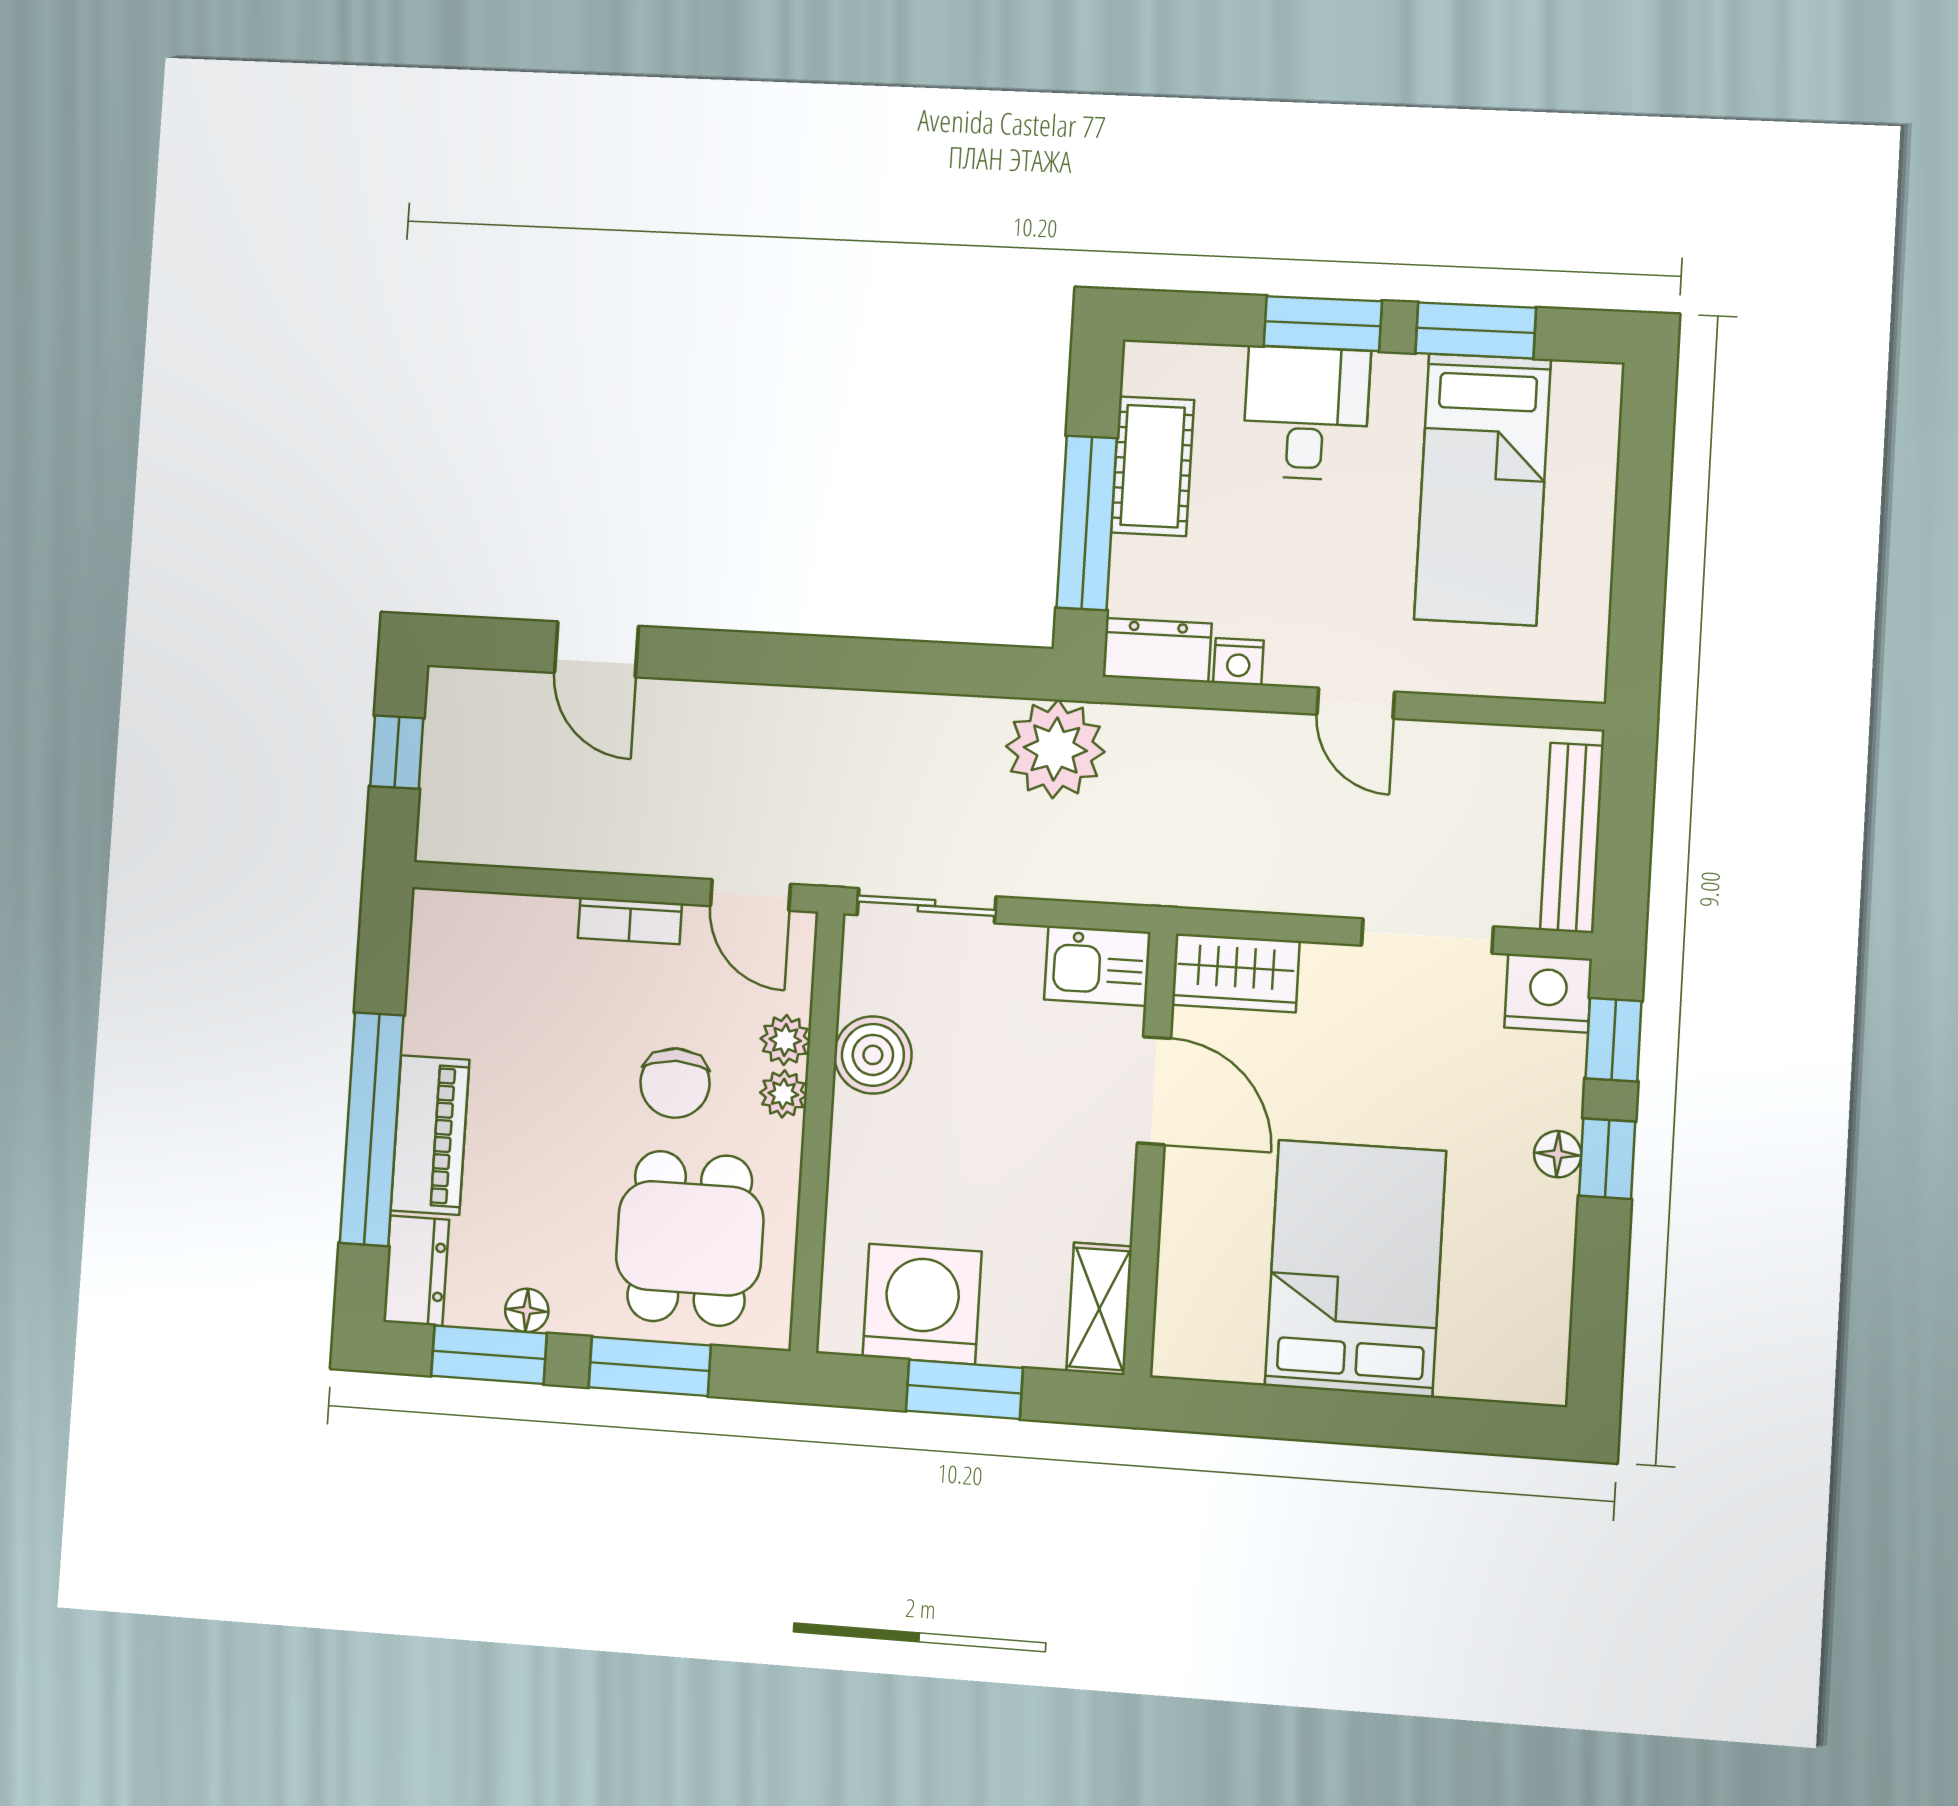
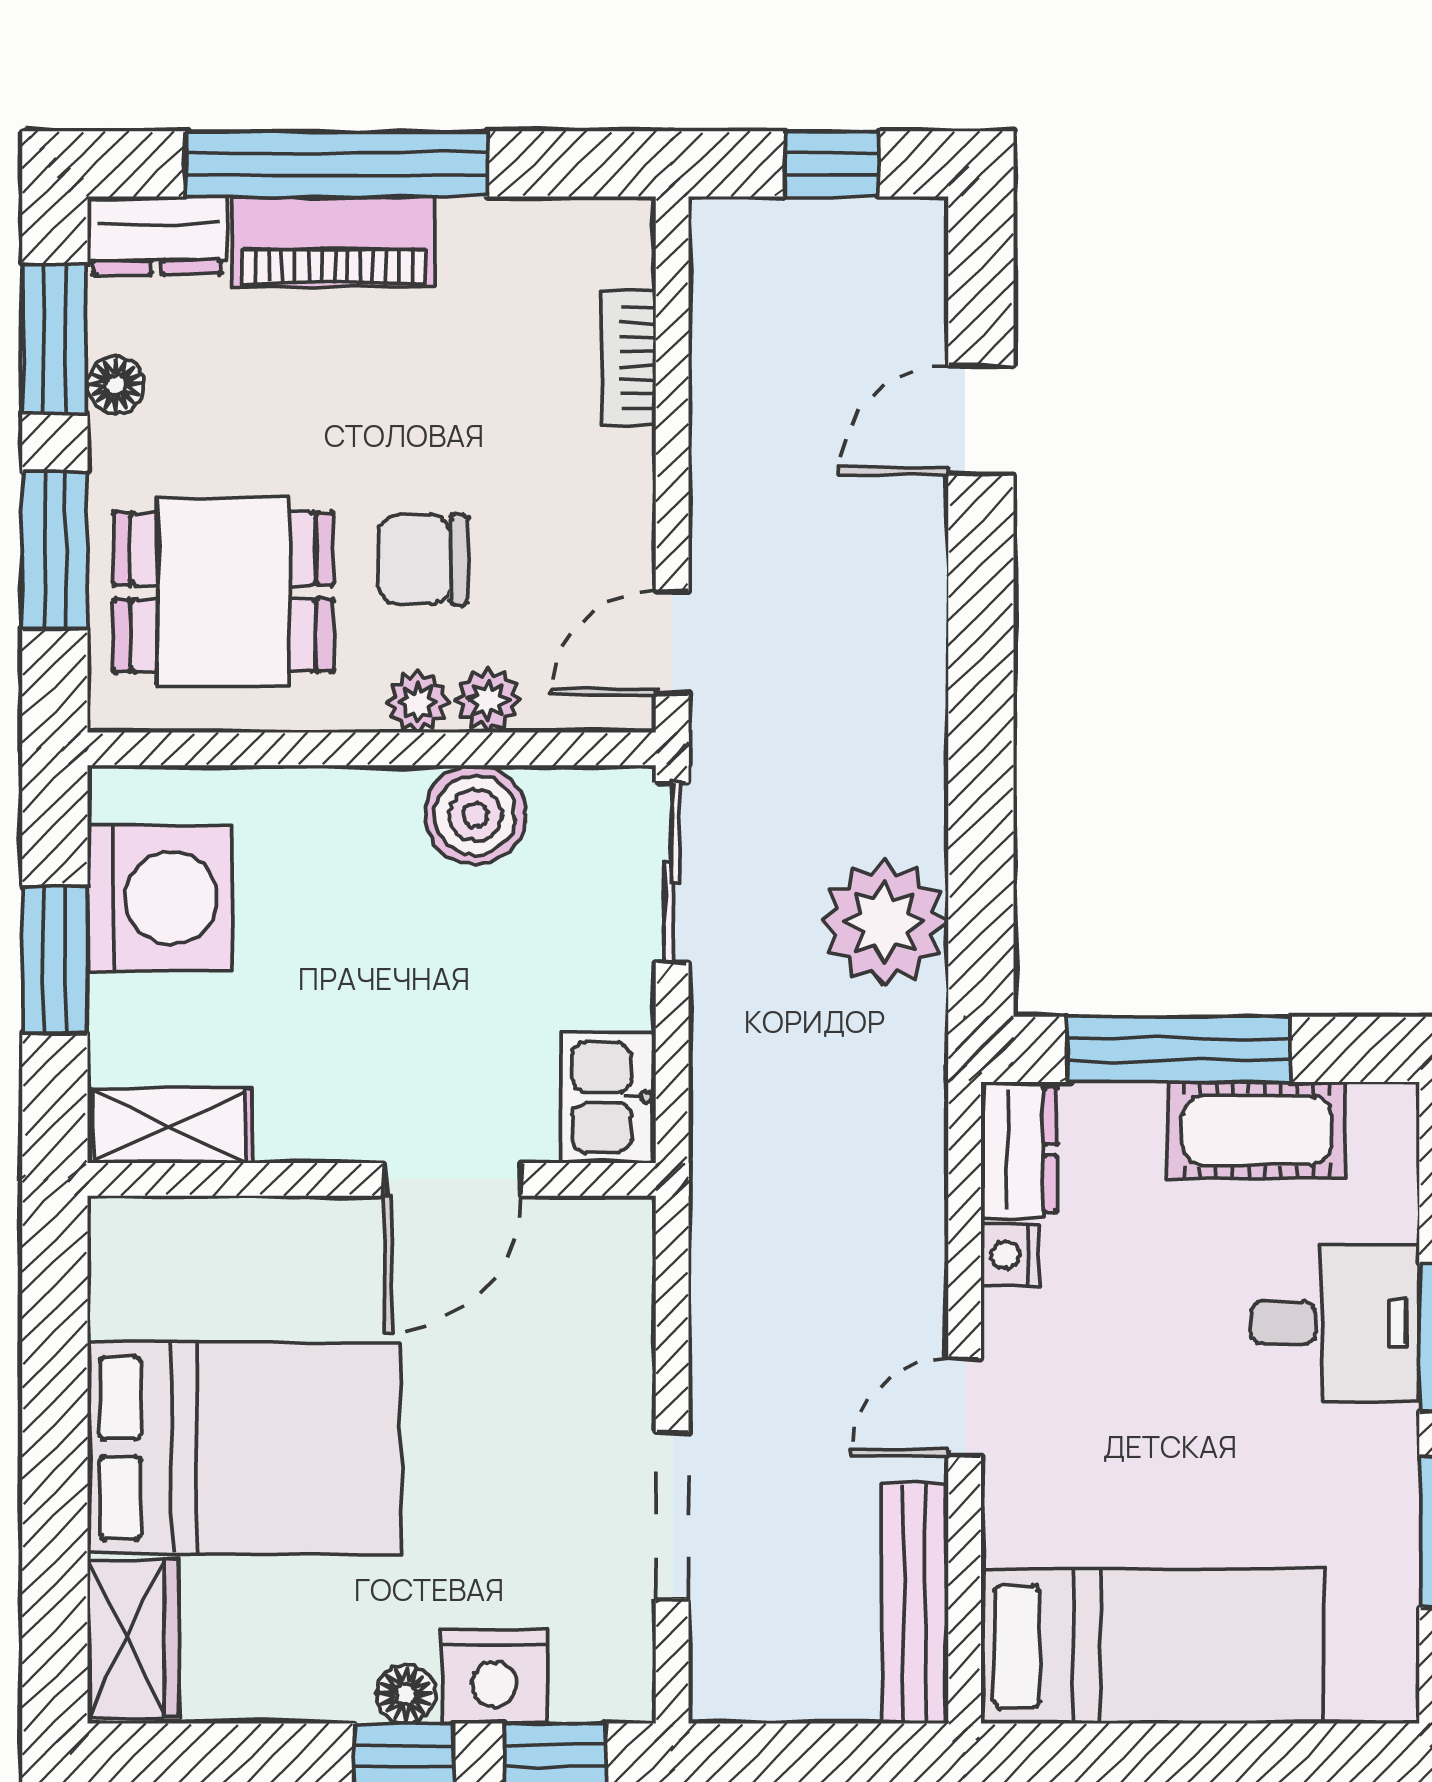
bed: (1483, 489) -> (1152, 1646), moved, turned 180
plant: (1055, 749) -> (884, 922), moved
bench: (1572, 838) -> (915, 1604), moved, turned 90
bookcase: (630, 921) -> (629, 358), moved
wardrobe: (1236, 973) -> (133, 1639), moved, turned 180
nightstand: (1548, 993) -> (494, 1676), moved, turned 90

